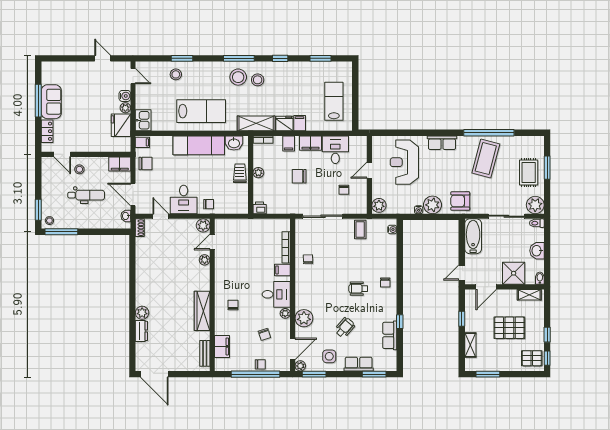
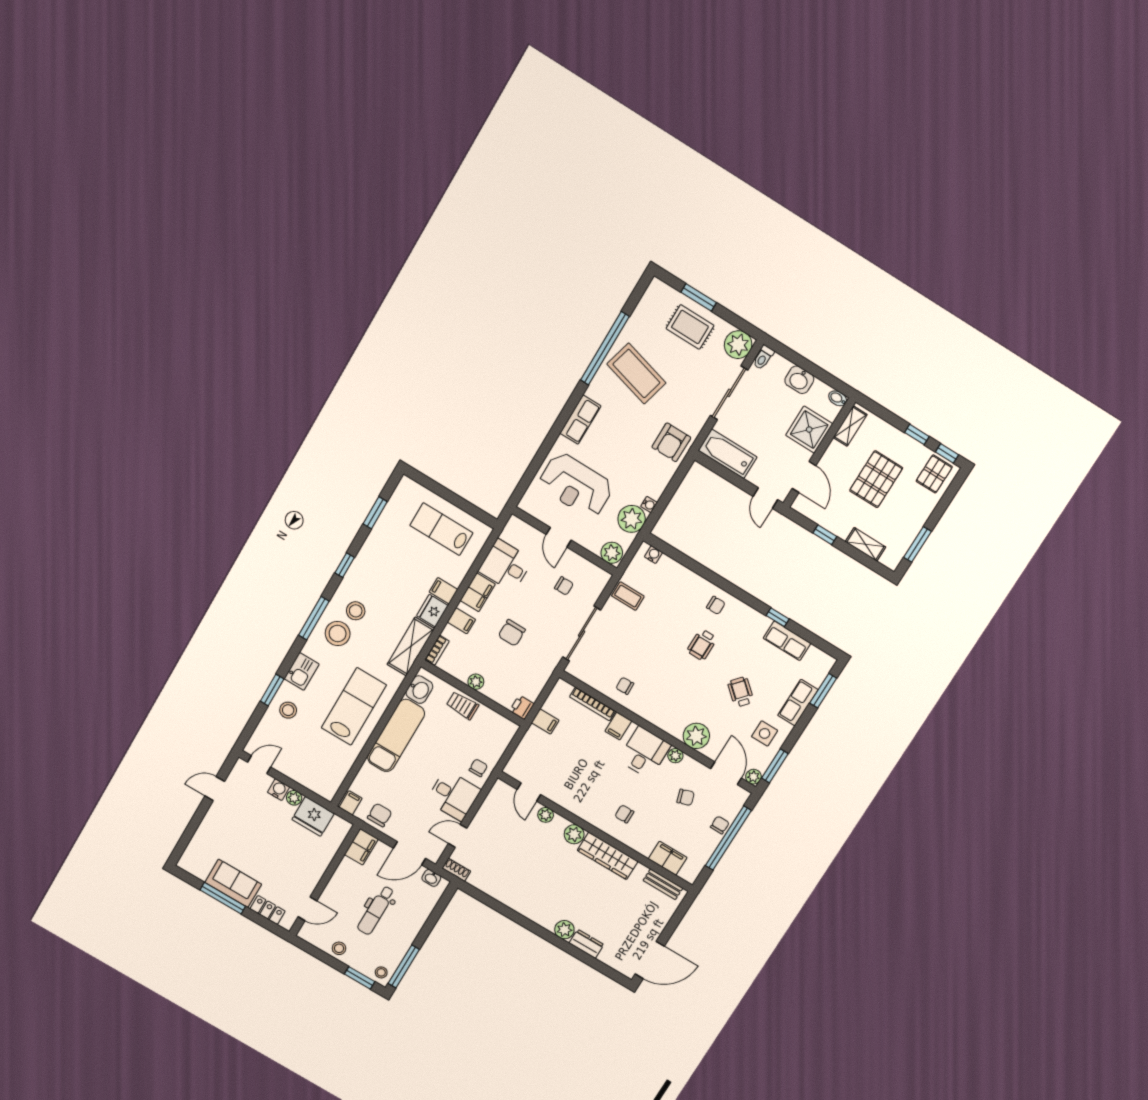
kitchen sink: (143, 120) -> (302, 671), moved, turned 90
stool: (79, 169) -> (339, 948), moved
dental chair: (86, 195) -> (376, 910), turned 180
plant: (433, 205) -> (632, 519), moved
plant: (203, 225) -> (574, 834), moved
filing cabinet: (259, 226) -> (545, 721), added

